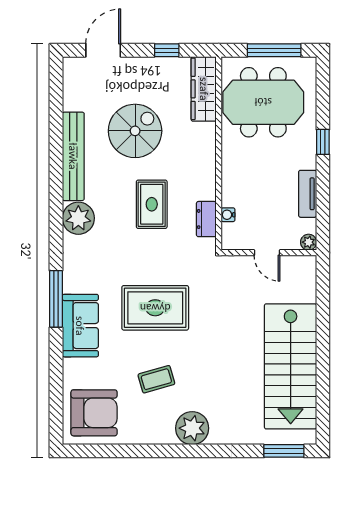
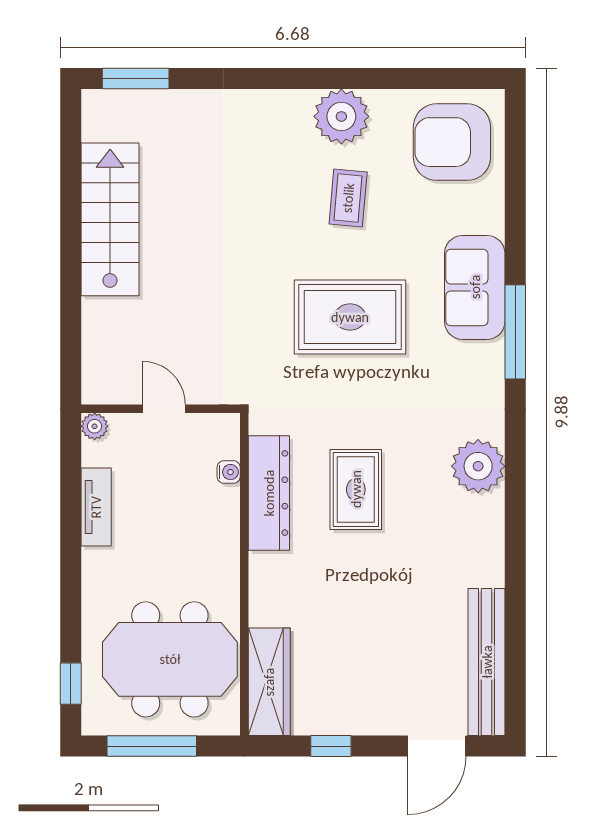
spiral stairs: (135, 131) -> (384, 612), removed
window: (323, 142) -> (71, 684), moved
bench: (73, 156) -> (487, 662), moved
dresser: (206, 219) -> (269, 493), width x1.96, depth x1.24
stairs: (291, 366) -> (110, 219), width x0.73, depth x0.66
coffee table: (156, 379) -> (348, 198), turned -69
plant: (192, 428) -> (341, 116), moved

